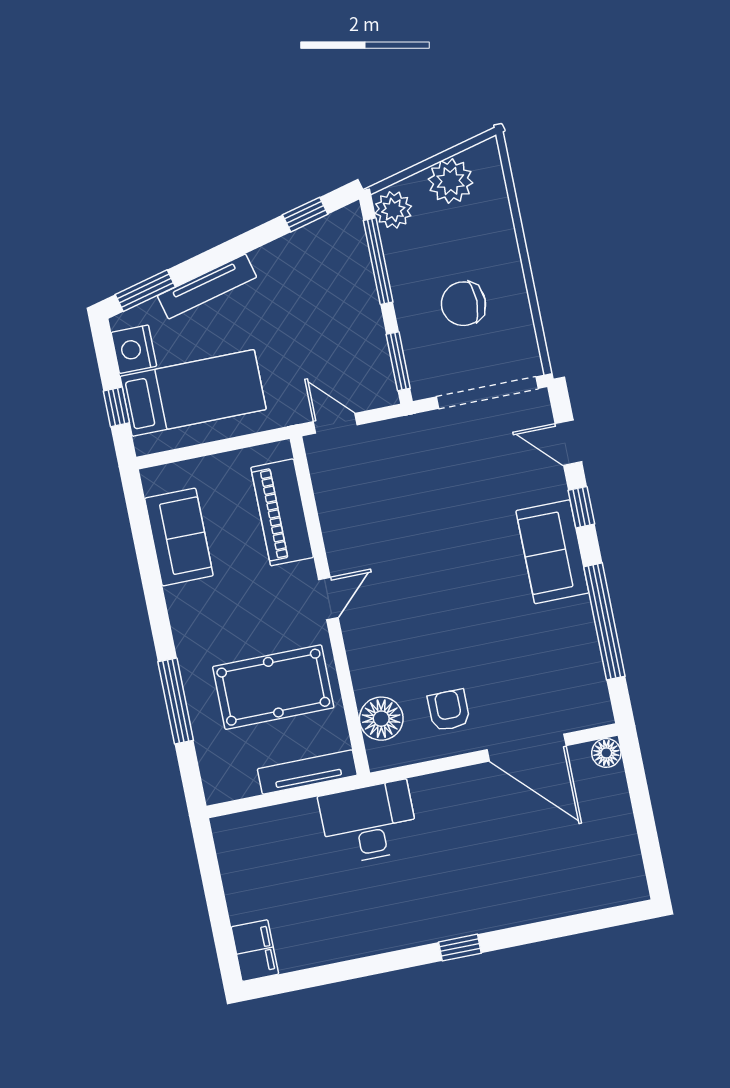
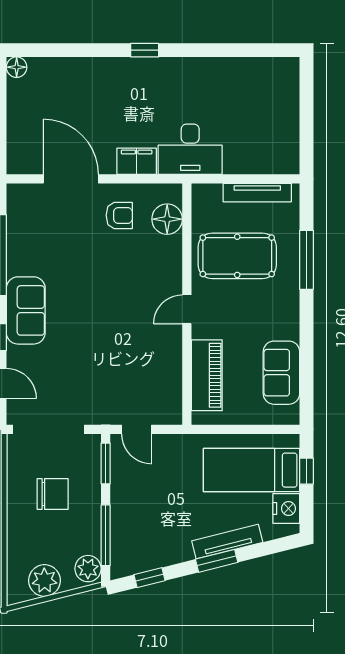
window: (145, 291) -> (217, 561), moved
door: (335, 423) -> (137, 429), moved
armchair: (449, 710) -> (119, 215), turned -90
floor lamp: (606, 753) -> (17, 67), moved
tv unit: (307, 772) -> (257, 193), moved
filing cabinet: (255, 951) -> (137, 161), moved, turned 90

